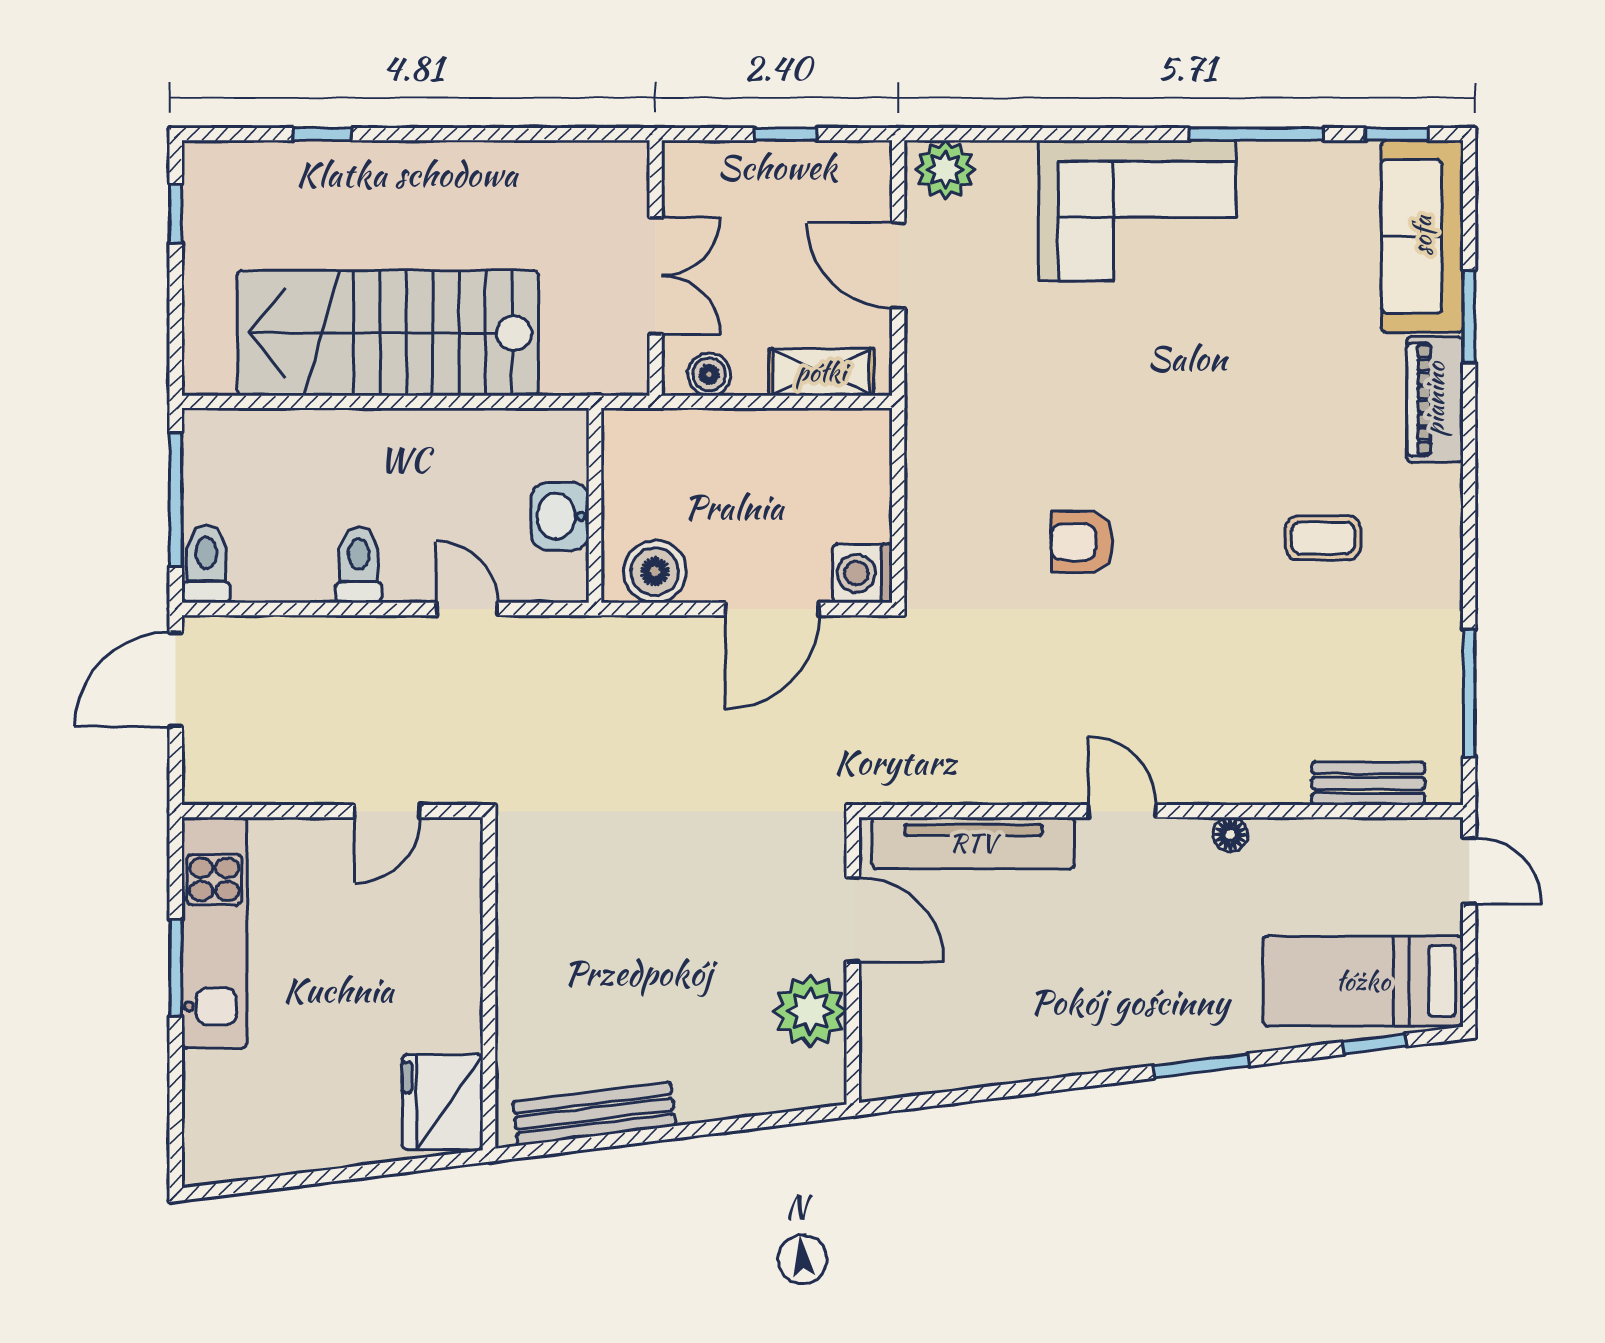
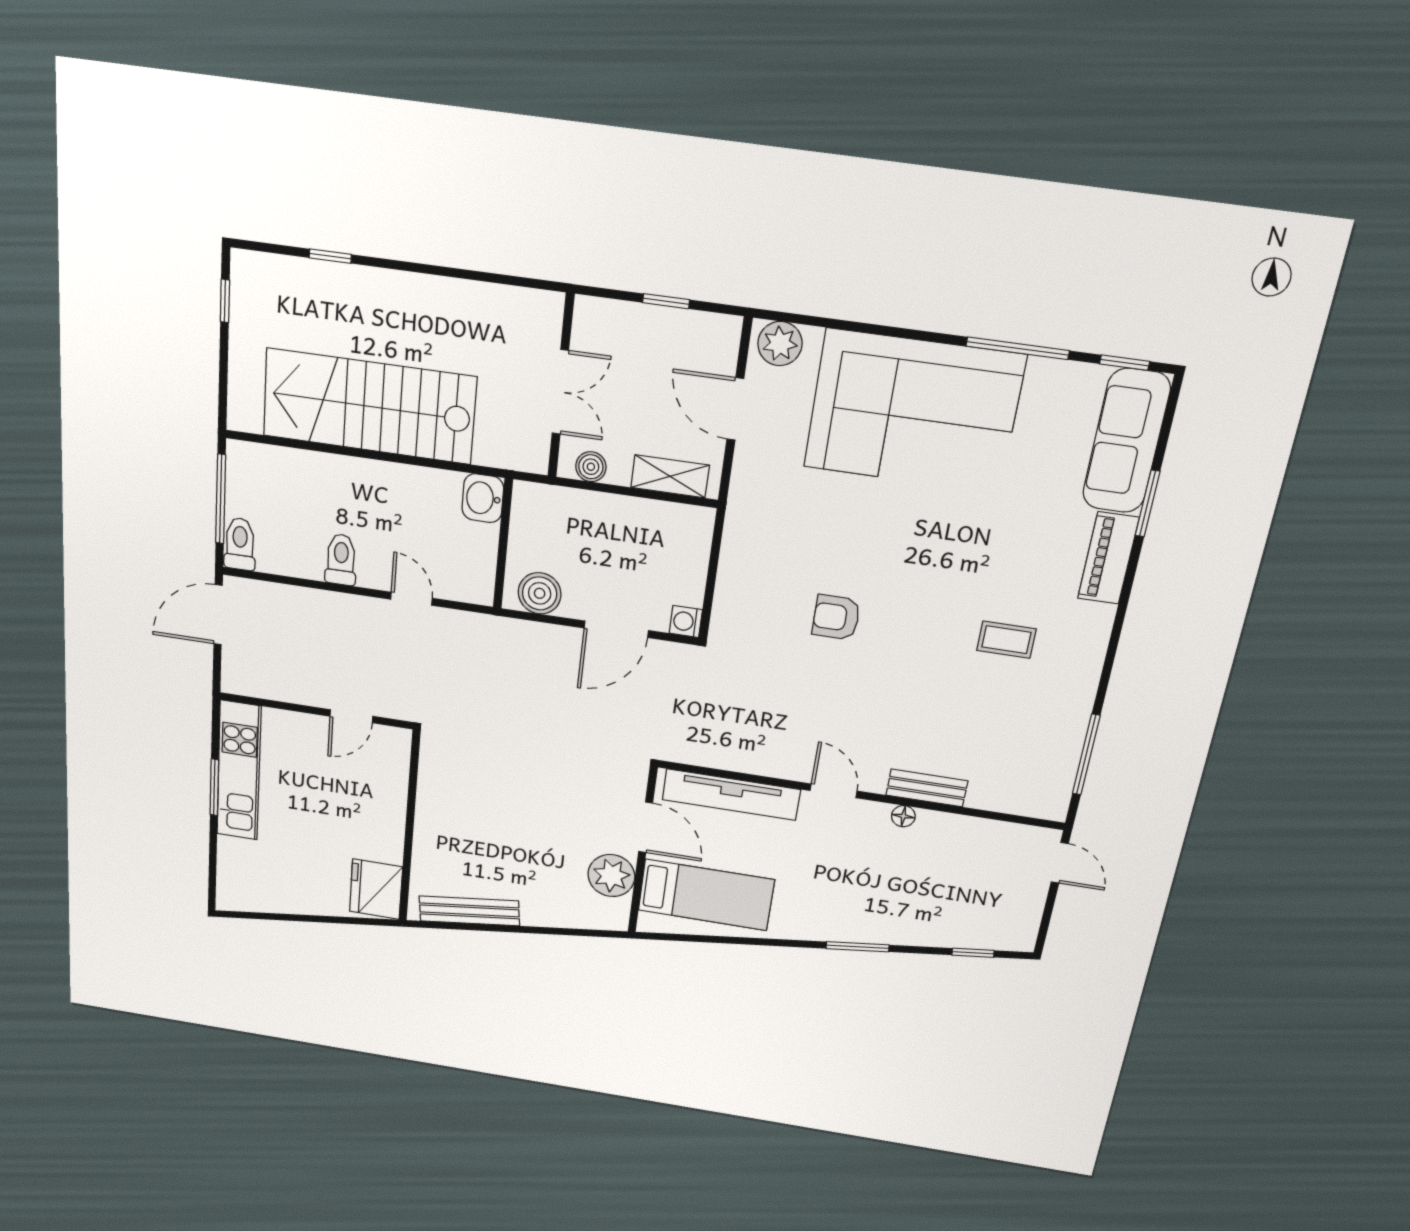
corner sofa: (1137, 210) -> (914, 411), width x1.36, depth x1.36
washbasin: (560, 516) -> (483, 498), moved
washing machine: (862, 573) -> (686, 621), width x0.73, depth x0.73
bench: (1368, 783) -> (927, 788), moved
bed: (1363, 981) -> (706, 895), moved, turned 180

